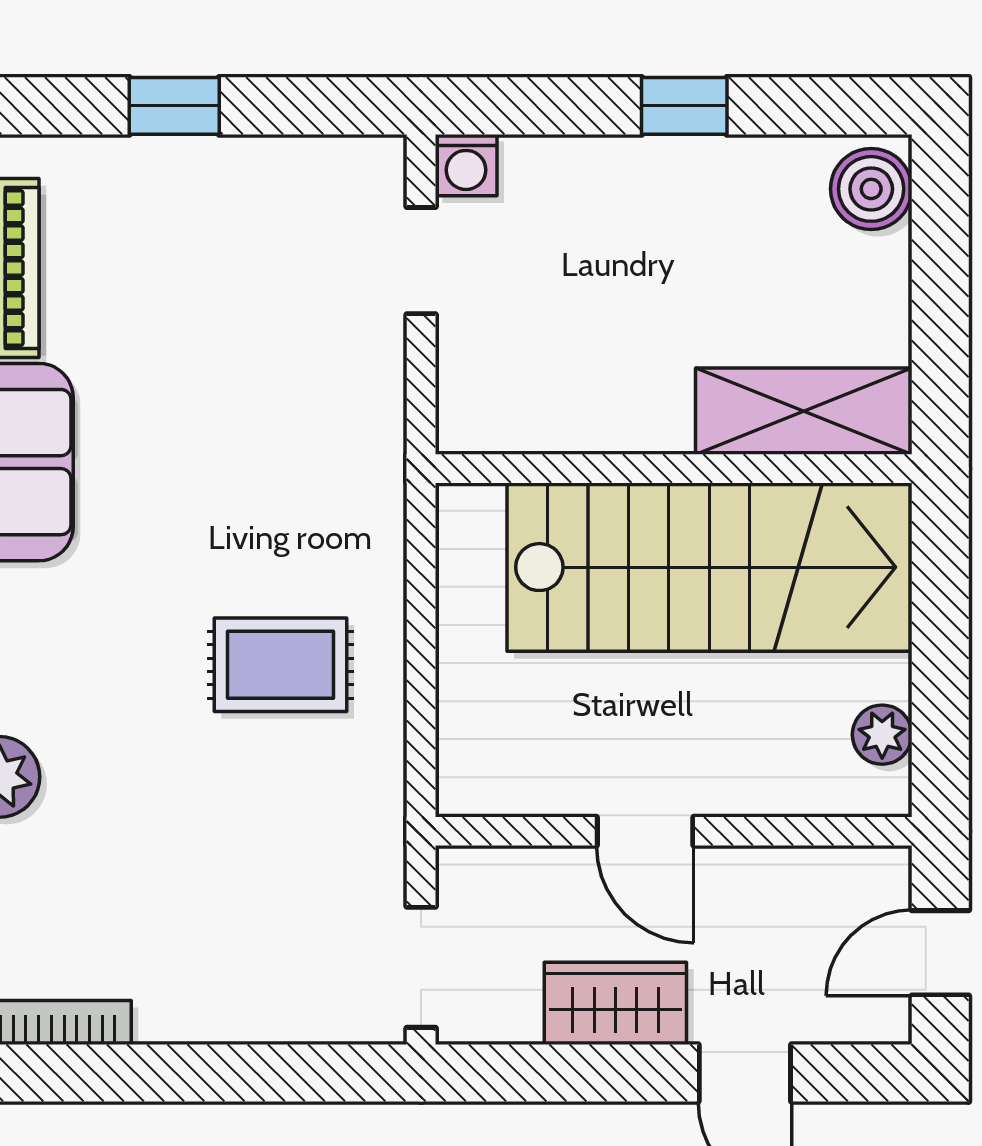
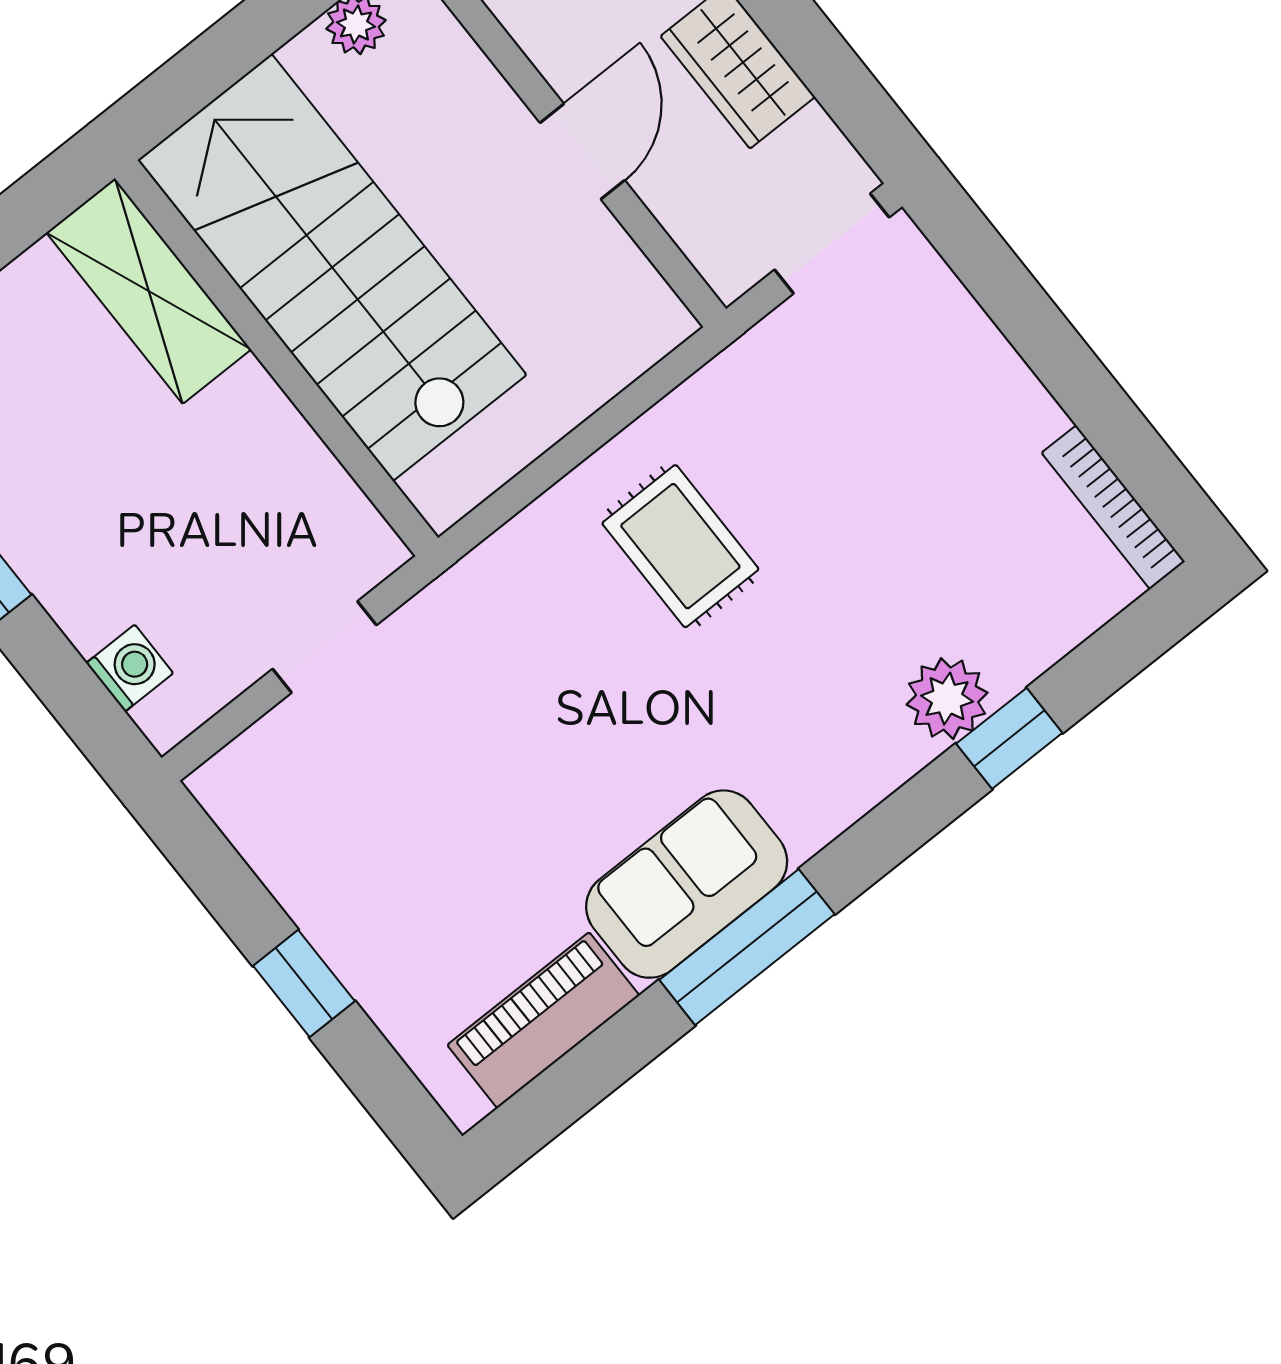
washing machine: (466, 165) -> (130, 668), moved
doorway: (421, 261) -> (325, 647), moved

